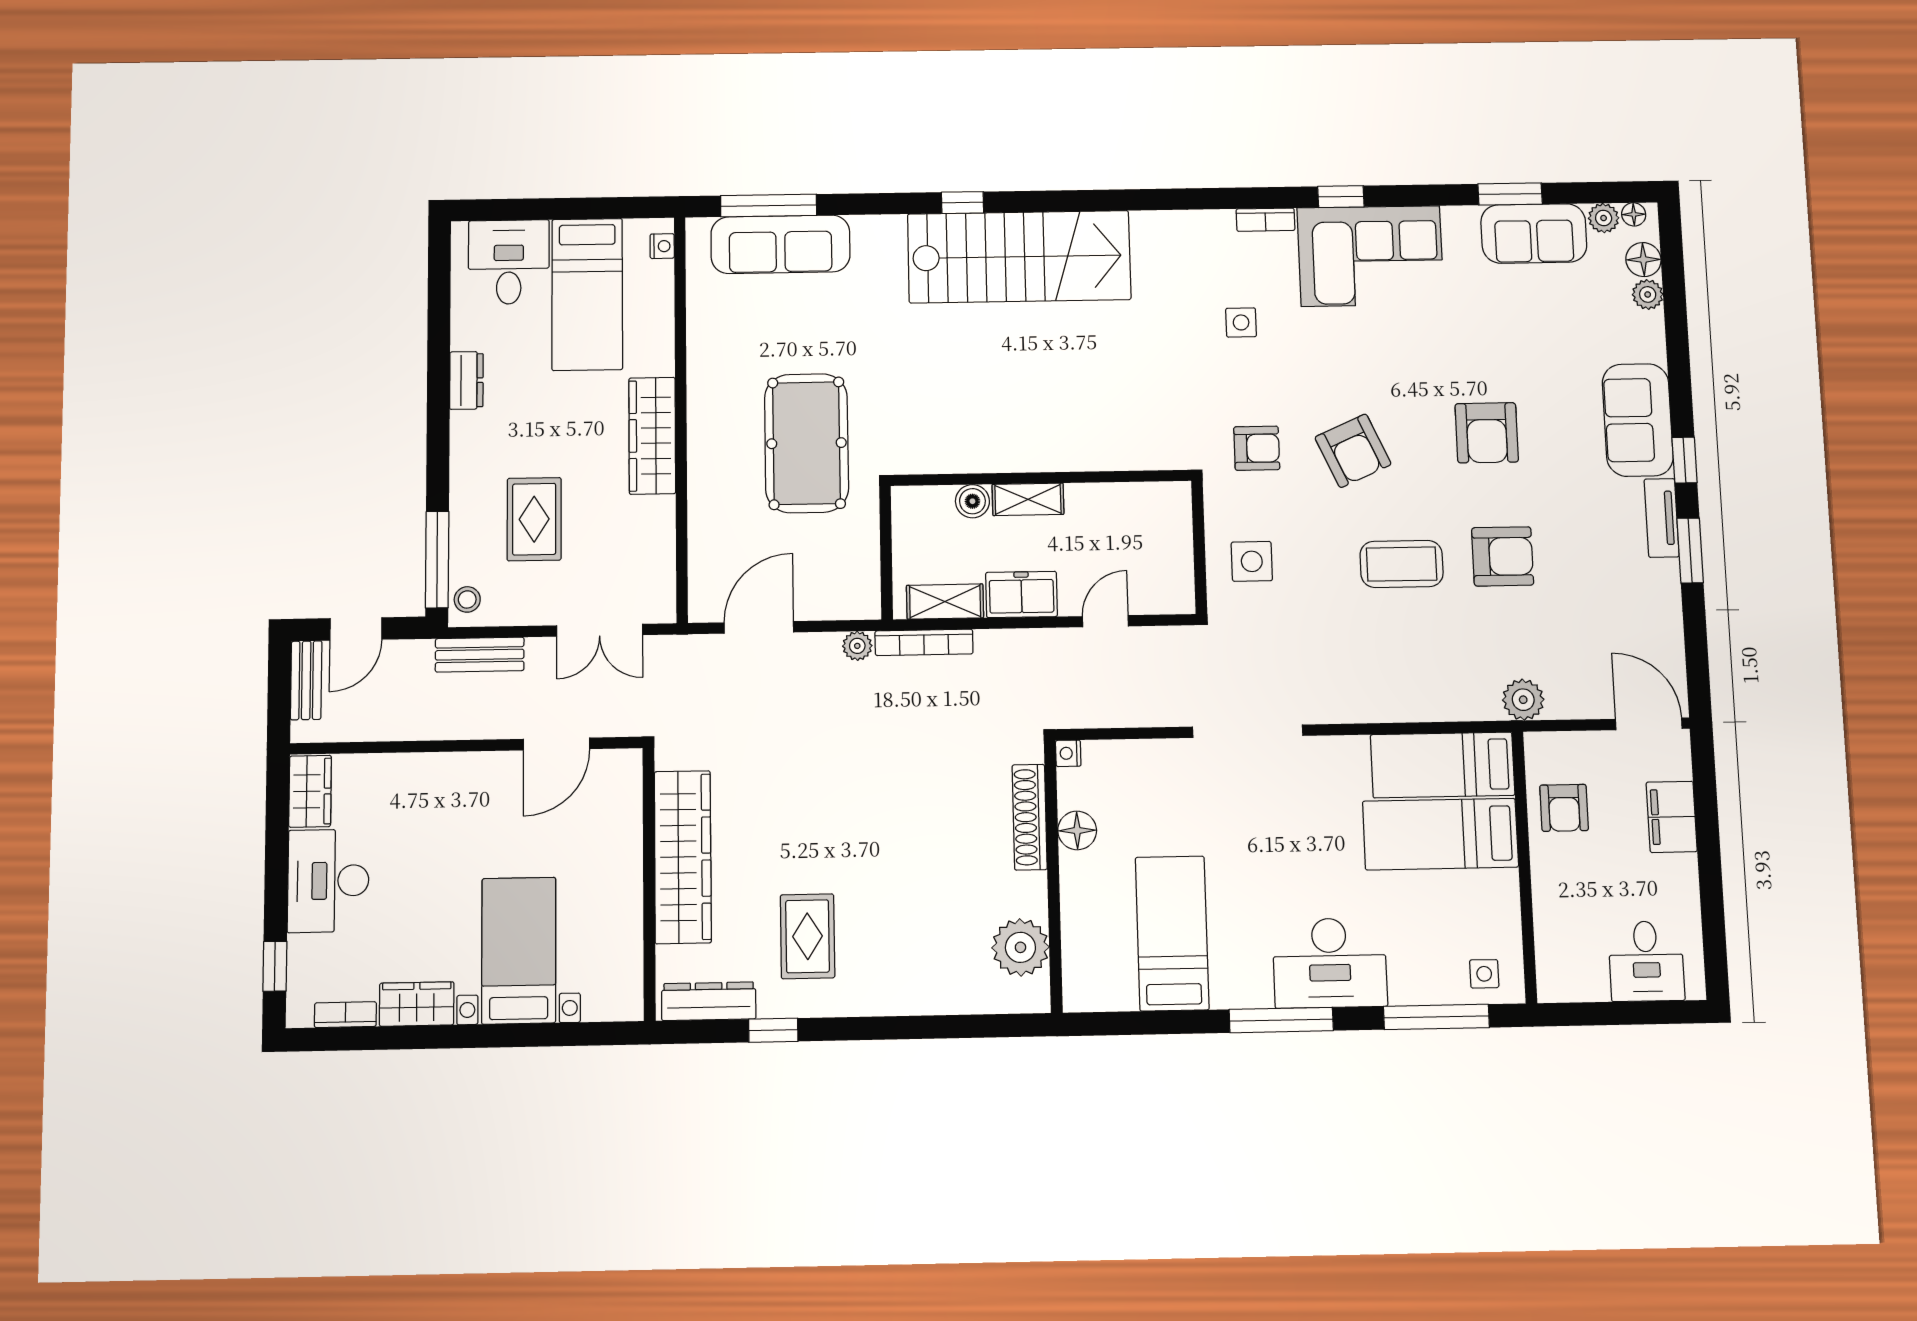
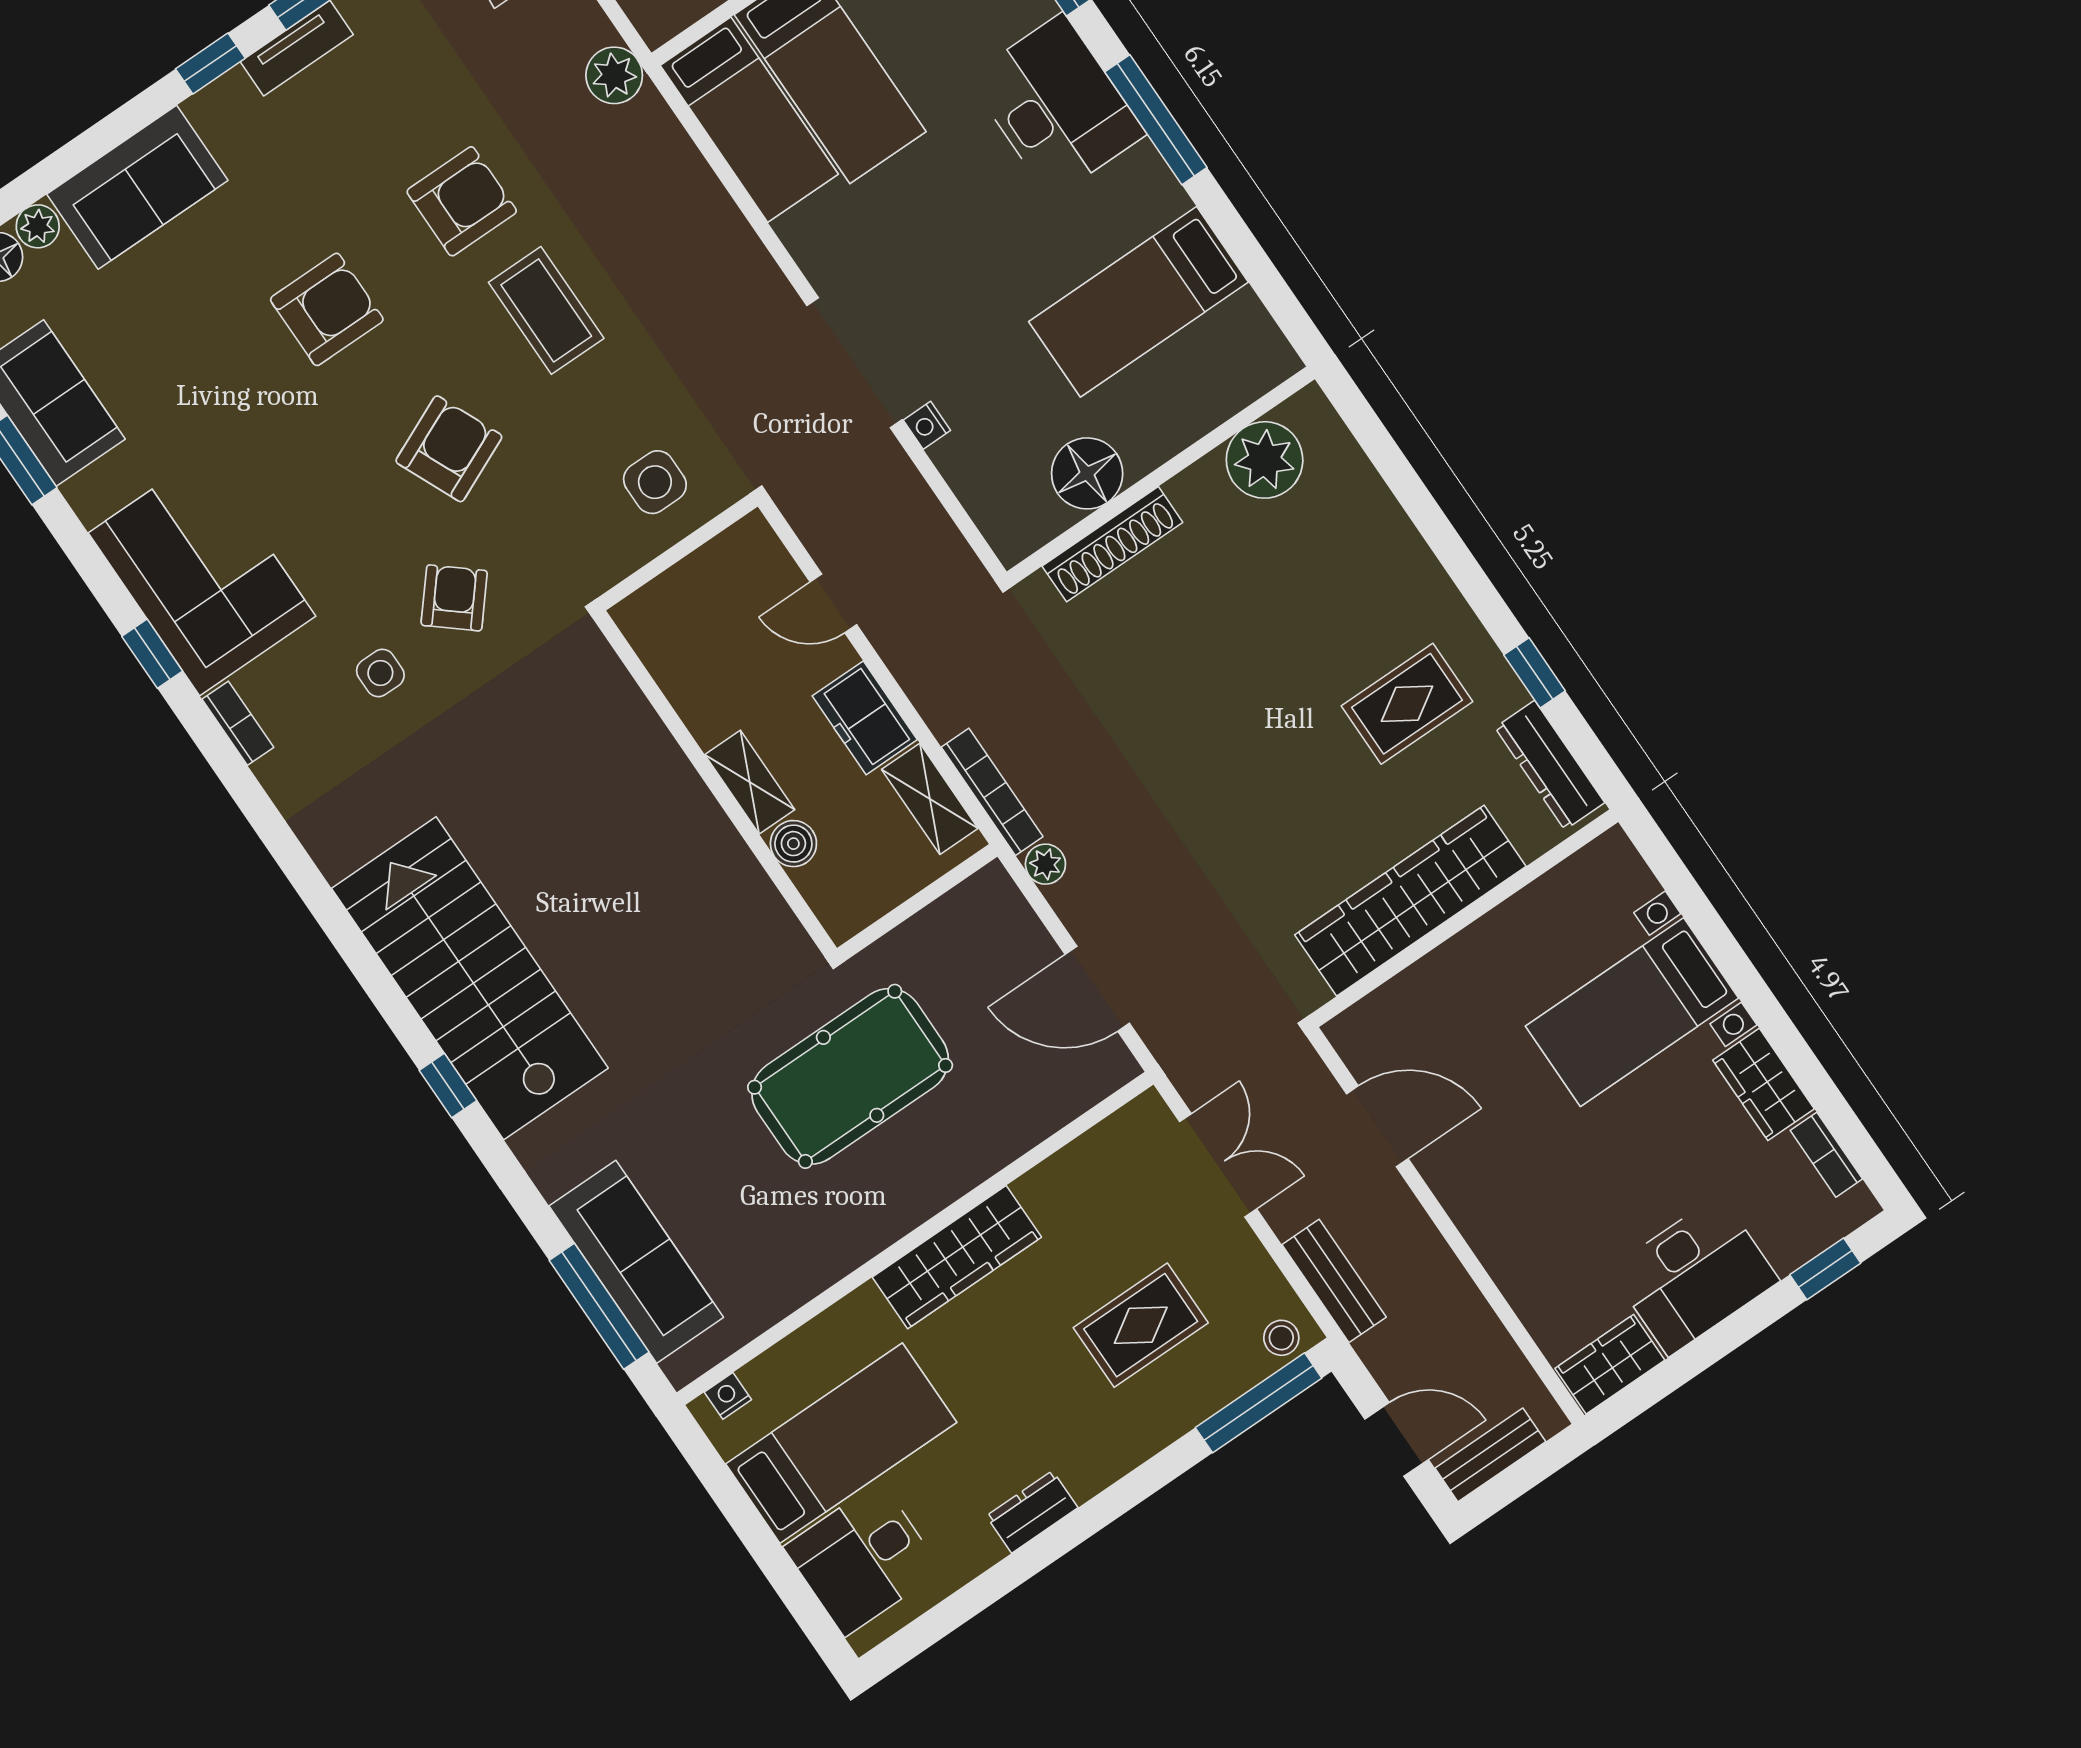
sofa: (1638, 420) -> (137, 187), moved
armchair: (1257, 448) -> (454, 598), moved, turned 40
armchair: (1503, 556) -> (462, 201), turned 90
nightstand: (1068, 753) -> (927, 425), moved, turned 90
floor lamp: (1077, 830) -> (1087, 473), width x1.38, depth x1.38

